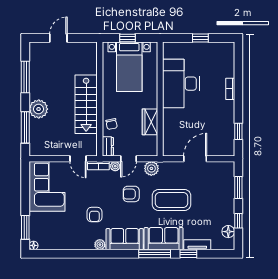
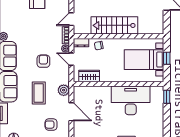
window: (200, 38) -> (167, 97), moved
wardrobe: (150, 122) -> (89, 76), moved
plant: (151, 168) -> (64, 90), moved
coffee table: (171, 200) -> (39, 93), width x0.73, depth x0.76
armchair: (94, 215) -> (51, 125), moved

